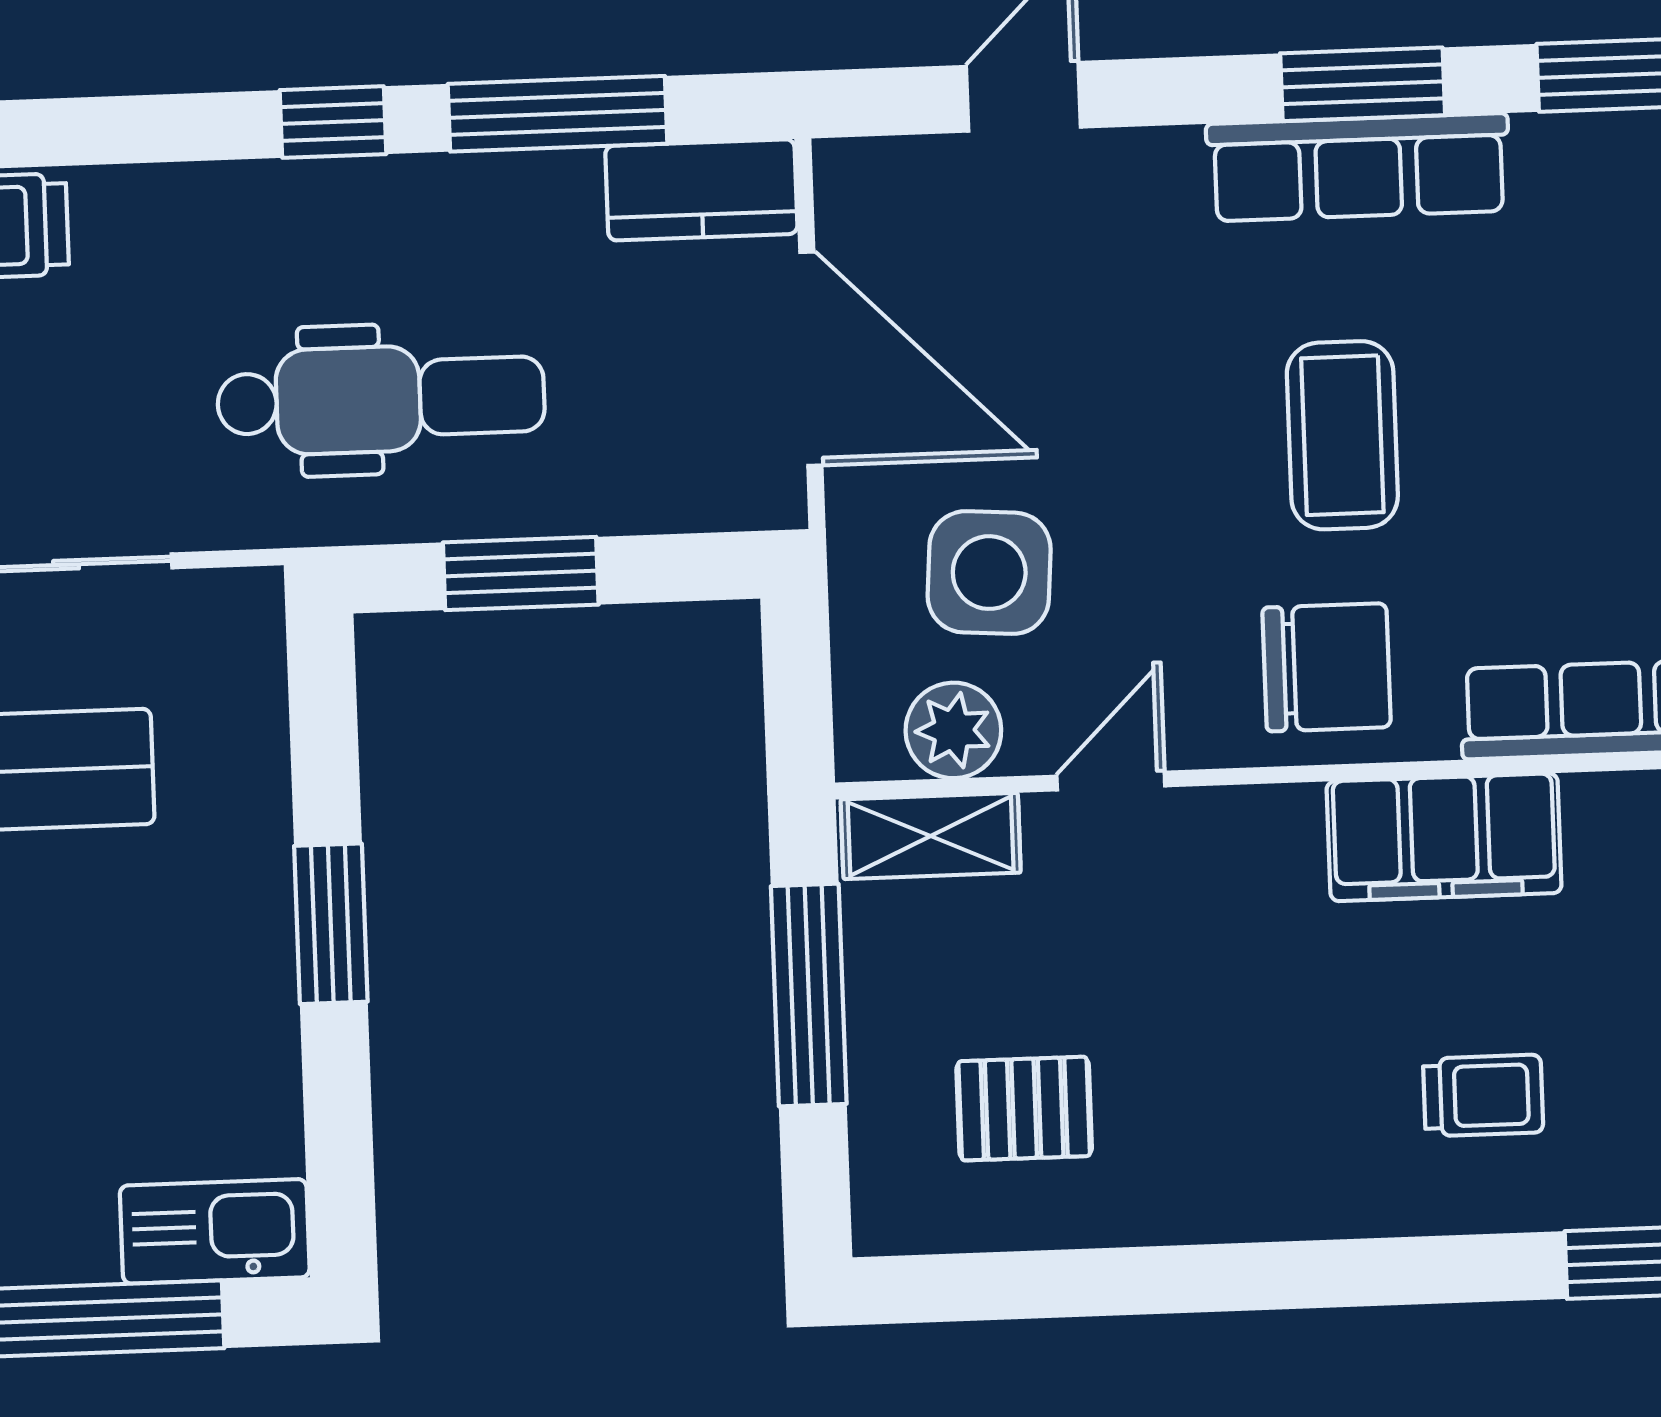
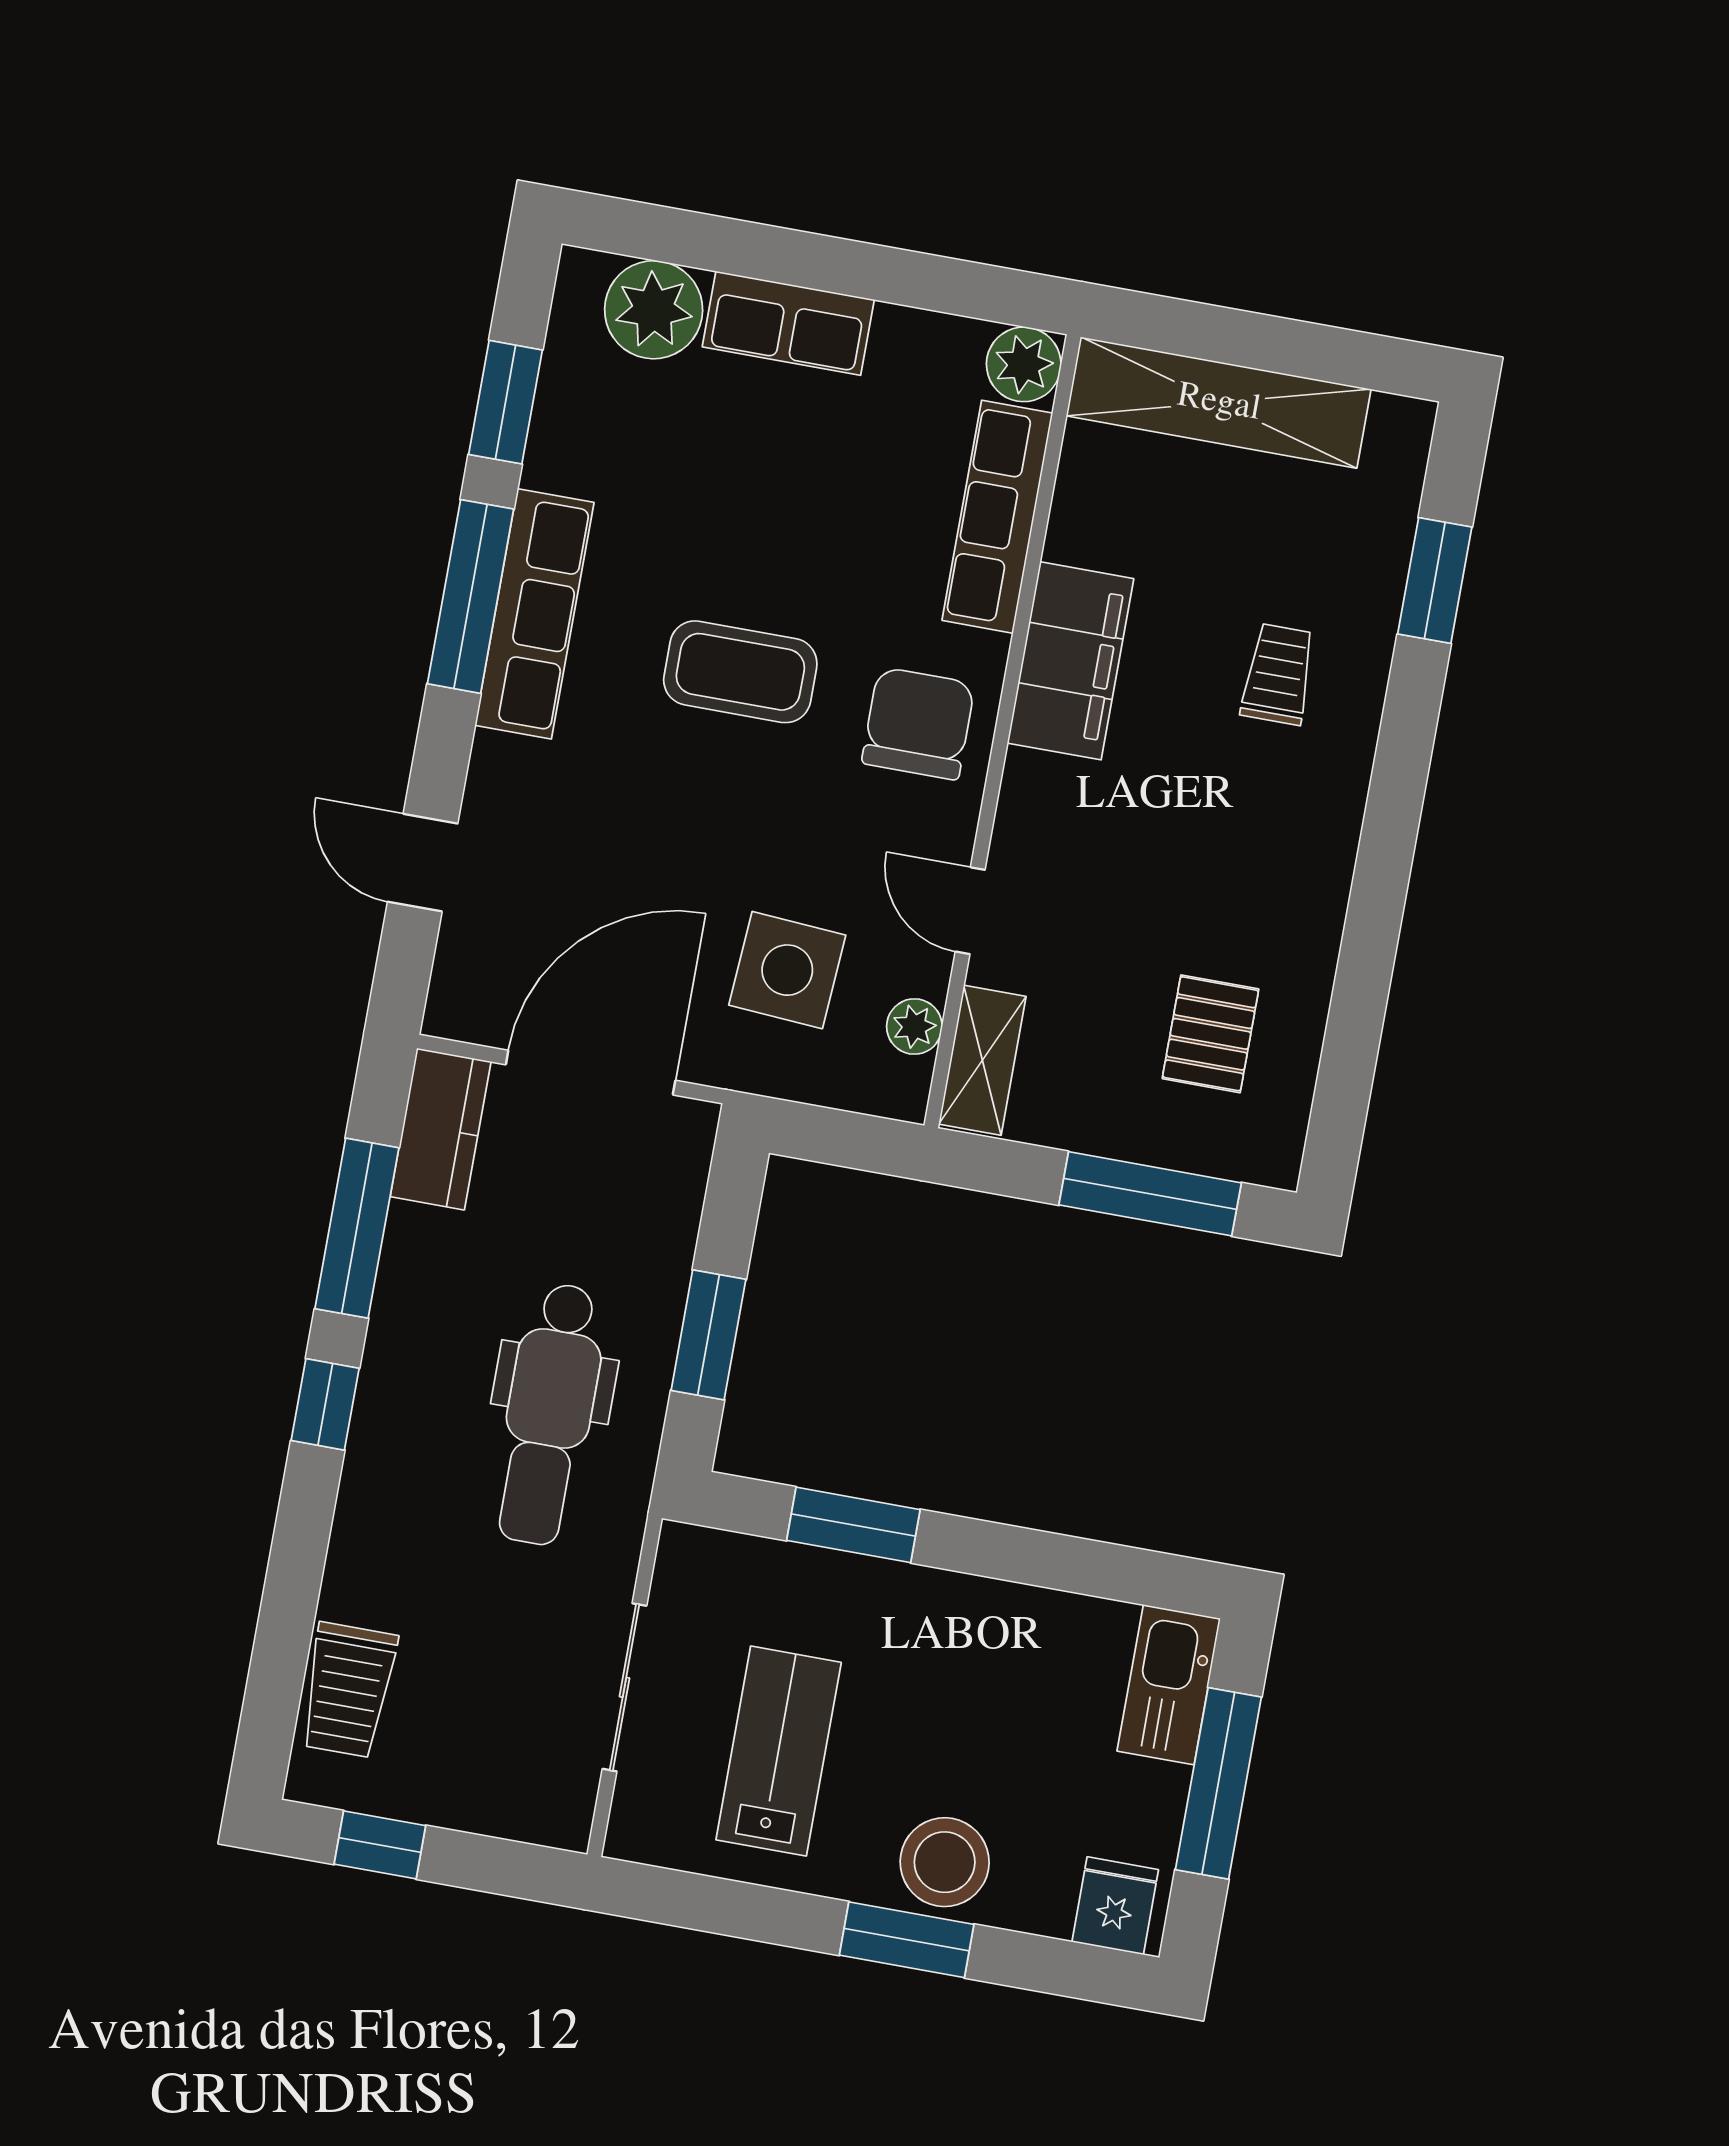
window: (1363, 84) -> (471, 596), width x1.44
dental chair: (381, 399) -> (549, 1414), turned 180
plant: (953, 730) -> (914, 1027), width x0.73, depth x0.73
window: (331, 924) -> (853, 1525), moved
window: (809, 995) -> (1150, 1194), moved

